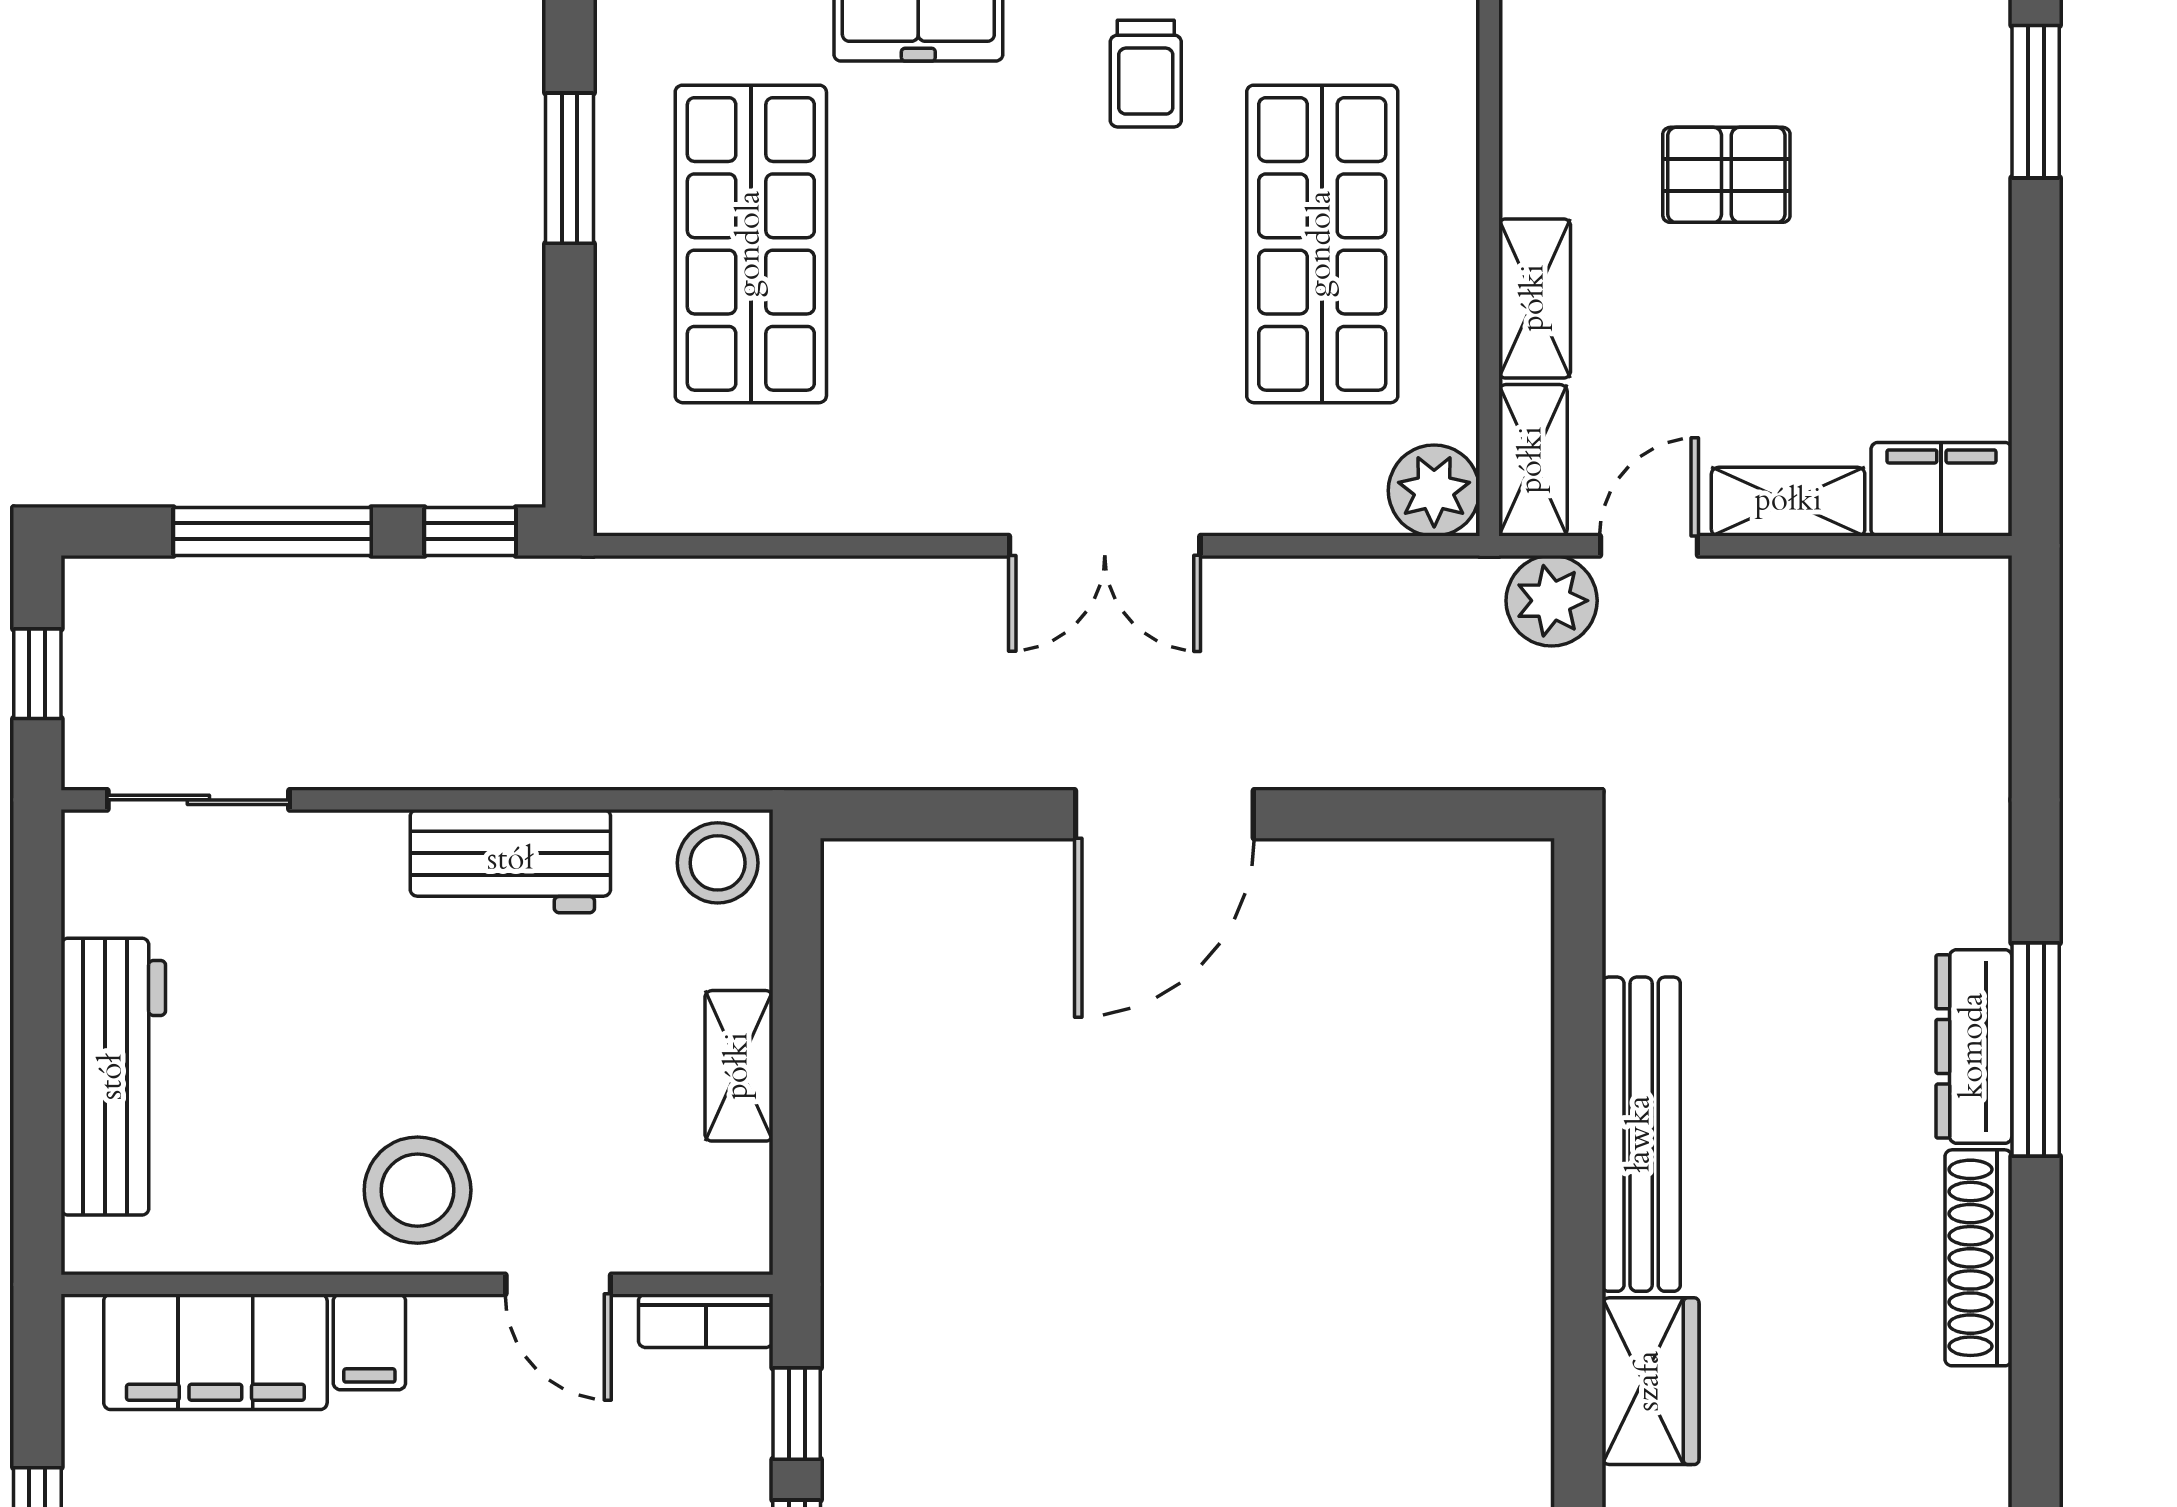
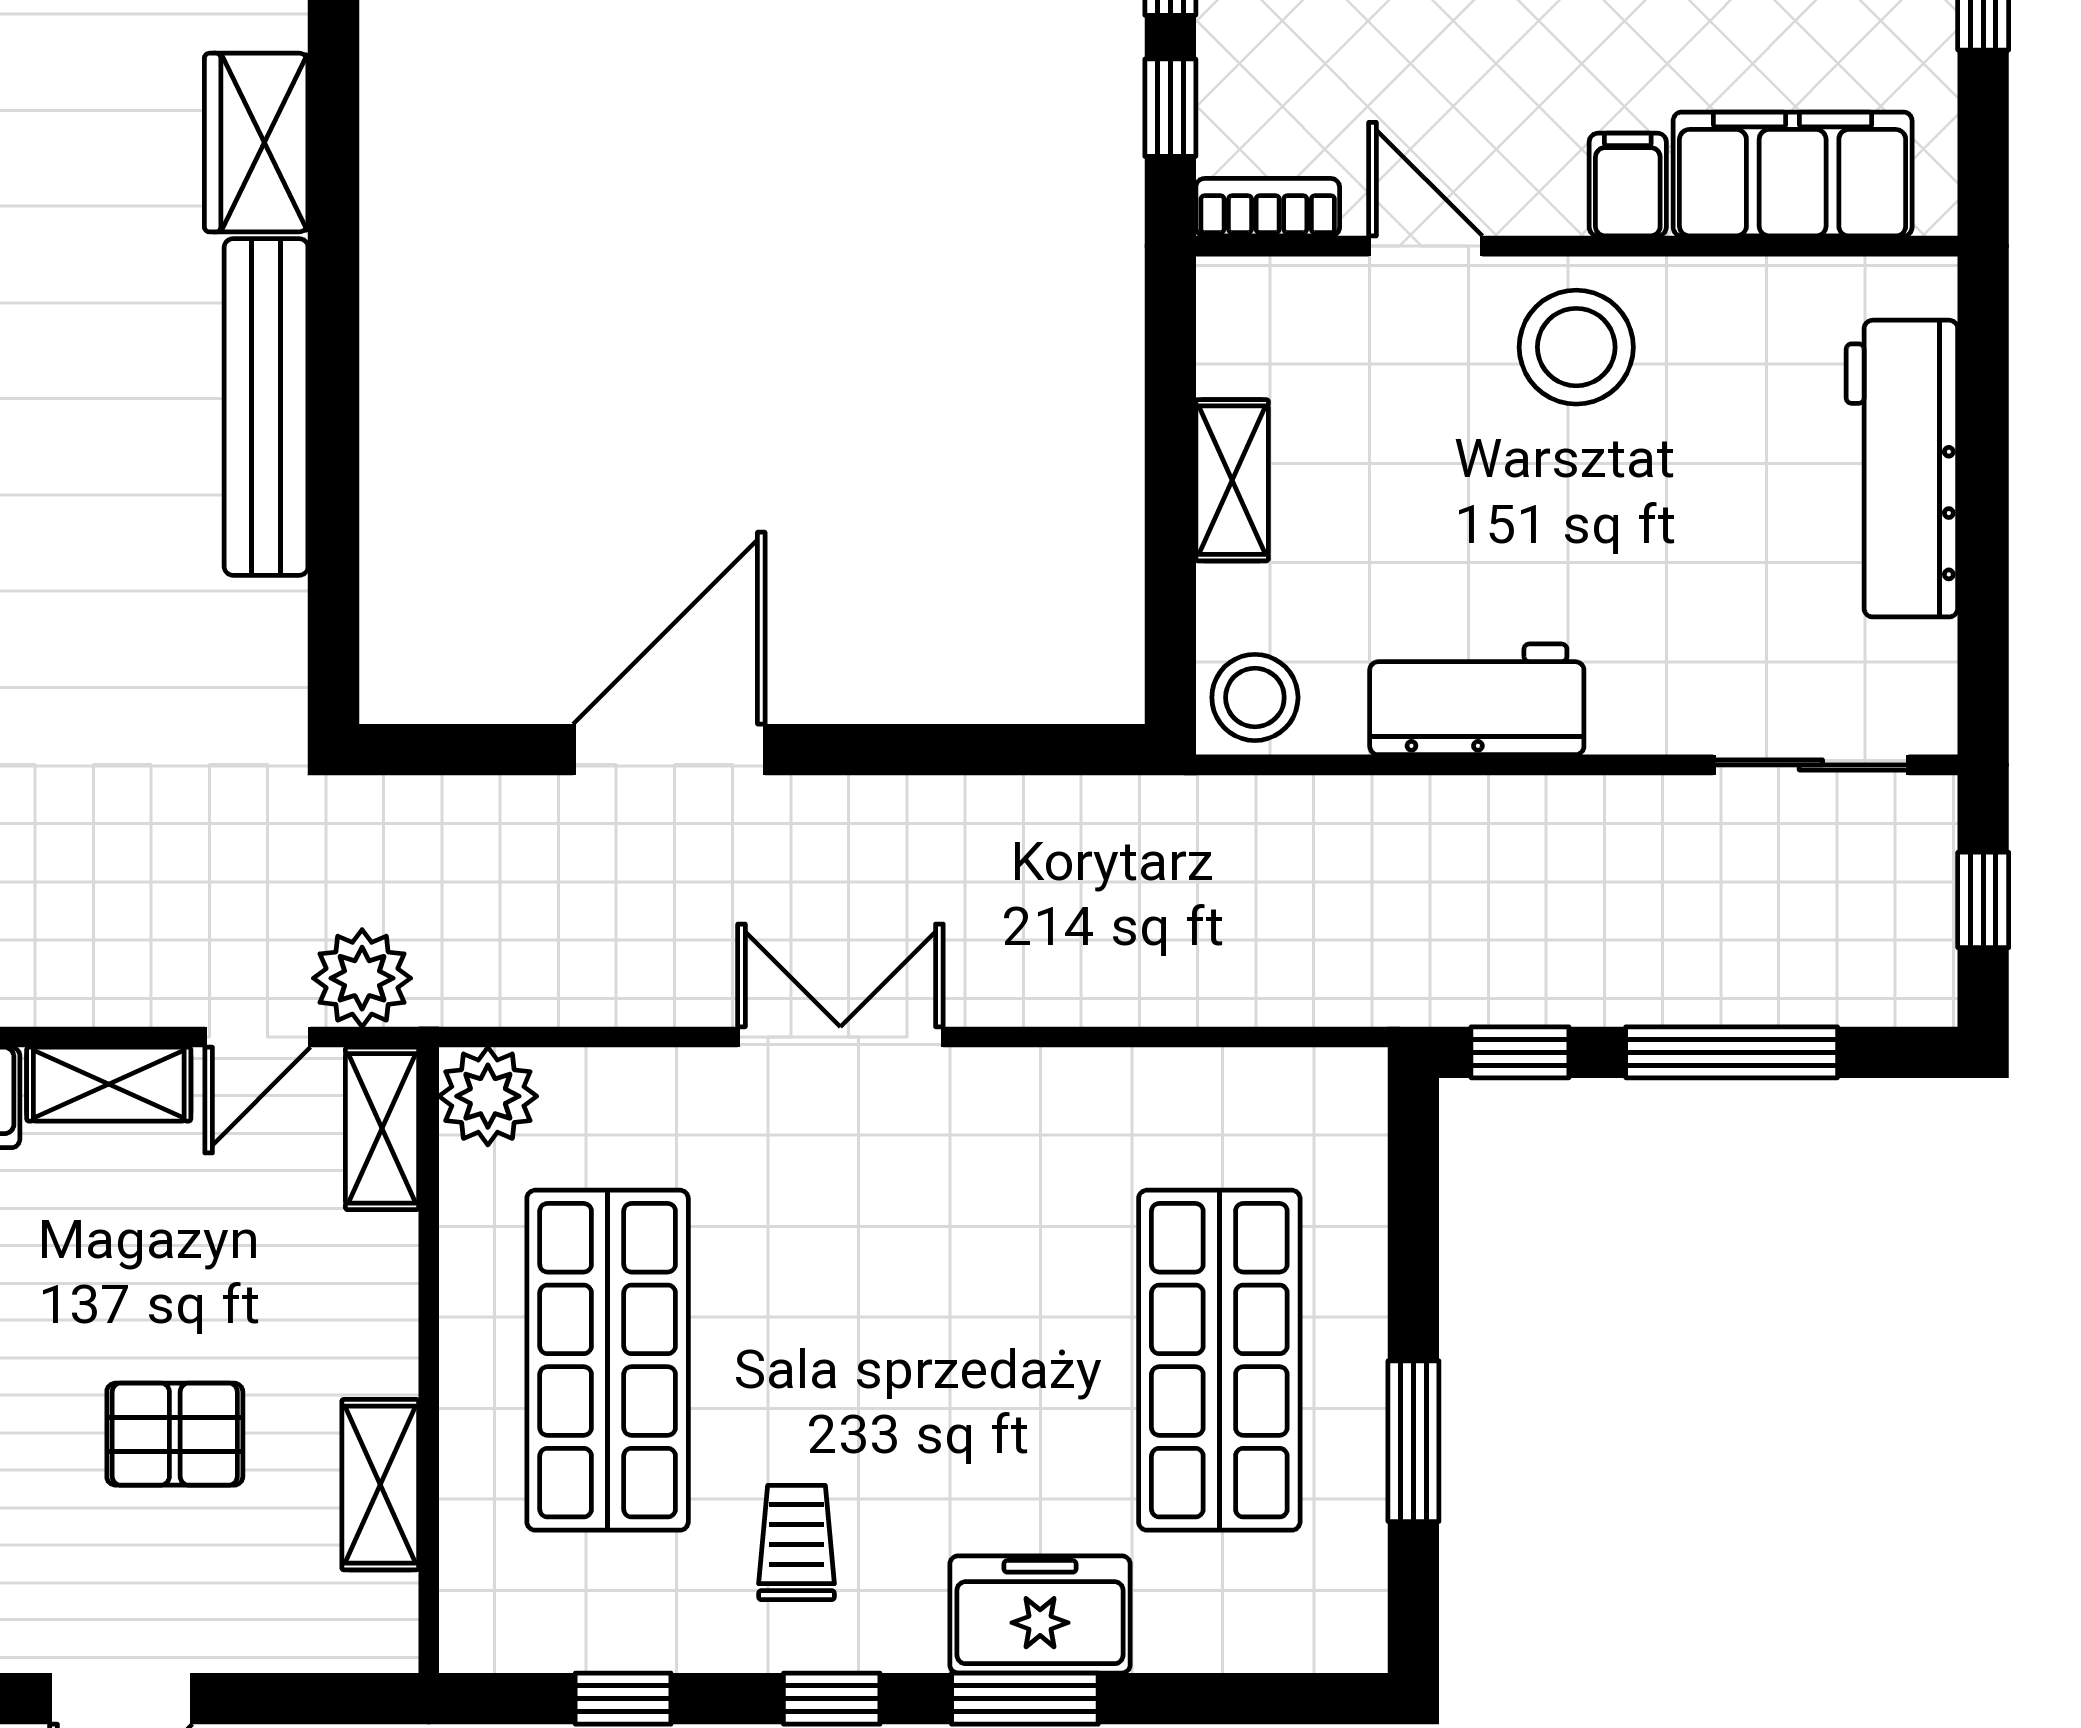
shelving: (1535, 298) -> (380, 1485), moved
door: (1164, 814) -> (669, 750), moved

